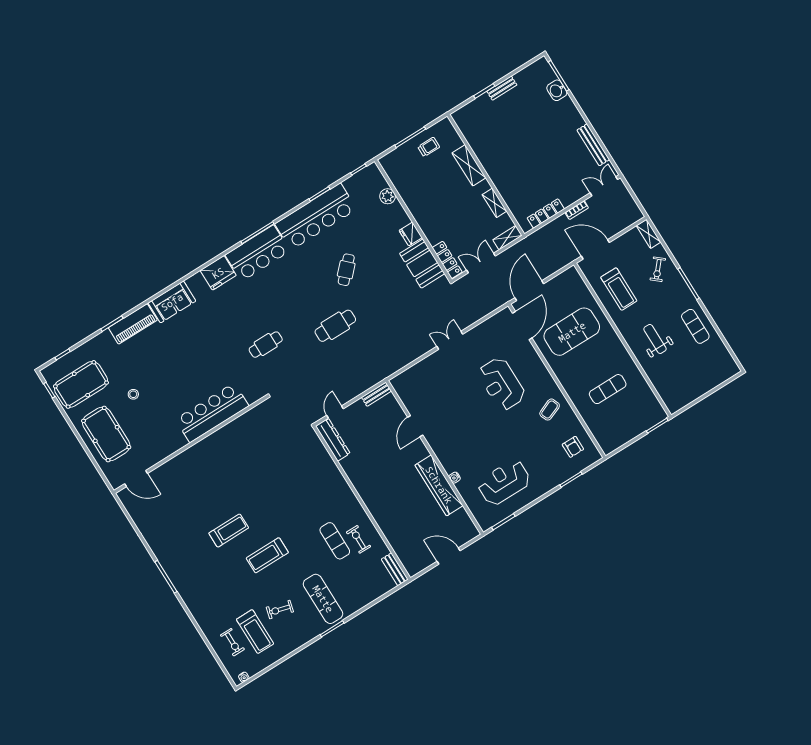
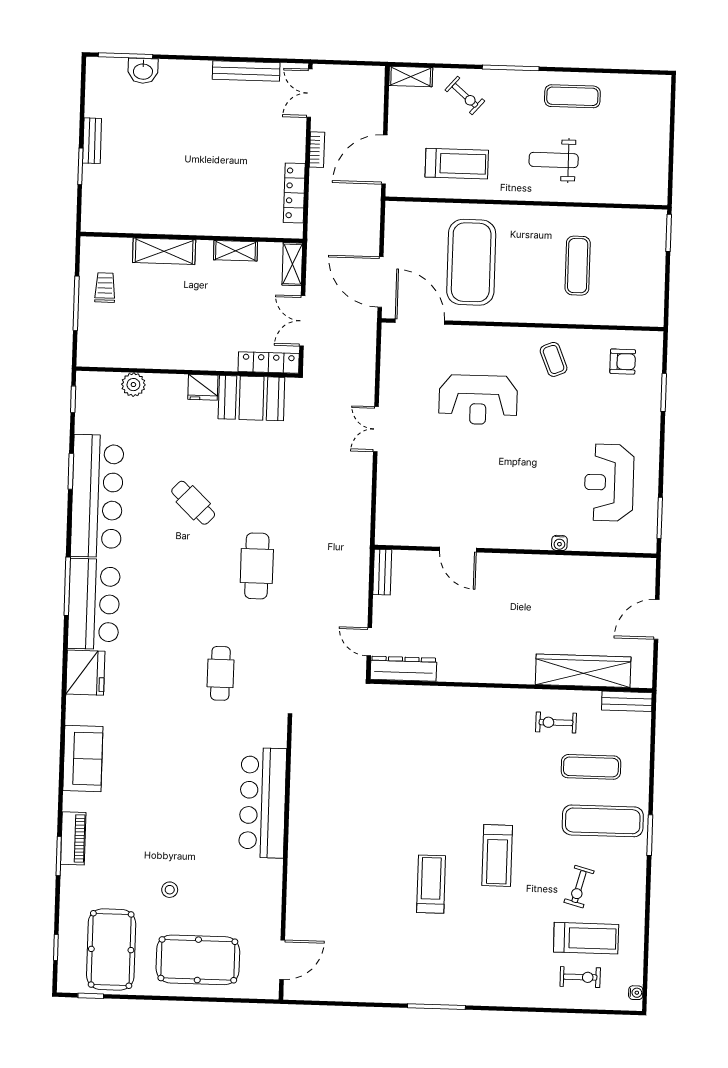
piano: (133, 324) -> (73, 838), width x0.73, depth x0.75
wardrobe: (439, 485) -> (583, 671), moved, turned 180
exercise mat: (335, 541) -> (591, 767), moved

